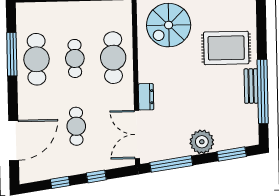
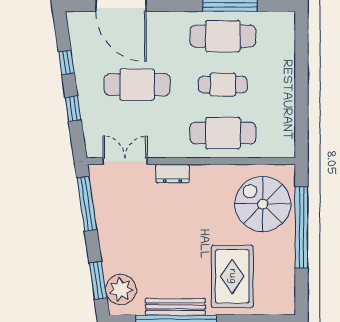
bench: (251, 86) -> (175, 307), width x1.36
cafe table: (76, 126) -> (137, 85), width x1.37, depth x1.35
double door: (137, 134) -> (125, 161), width x0.73
plant: (202, 142) -> (121, 290), moved

